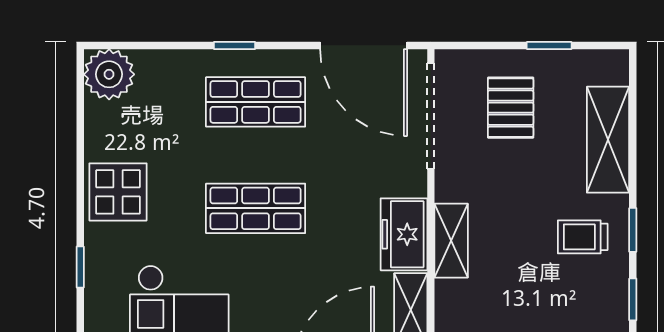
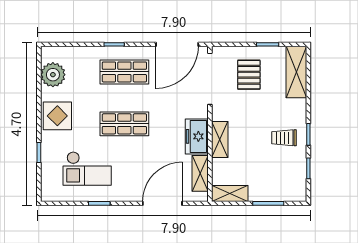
door: (364, 45) -> (177, 44), hinge flipped
plant: (109, 74) -> (53, 75), moved
shelving: (608, 140) -> (296, 72), moved

